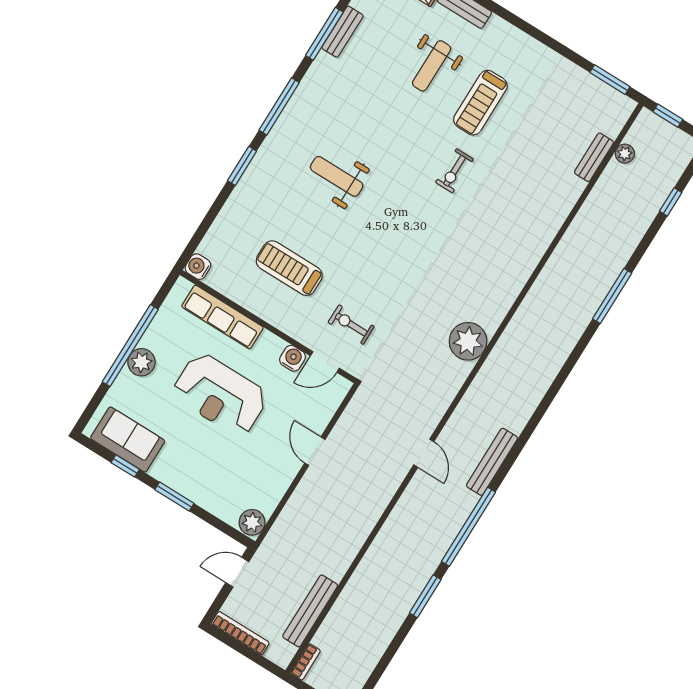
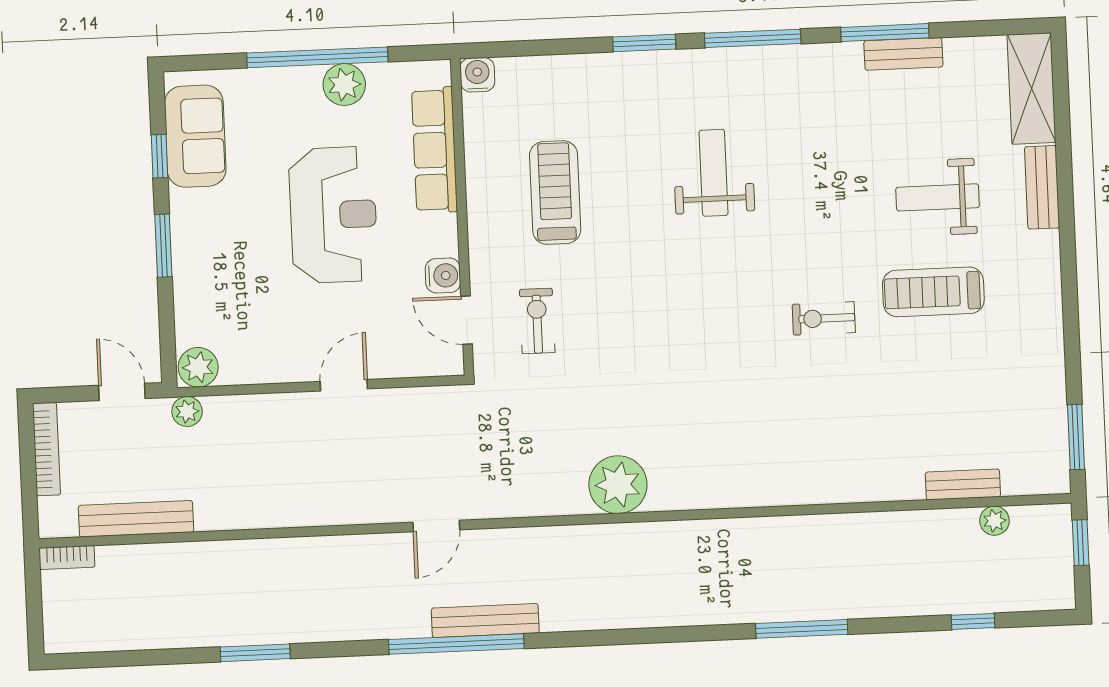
plant: (141, 362) -> (344, 85), moved
reception desk: (220, 395) -> (333, 215), turned 180
window: (468, 527) -> (456, 644), moved
plant: (272, 544) -> (187, 411), added

